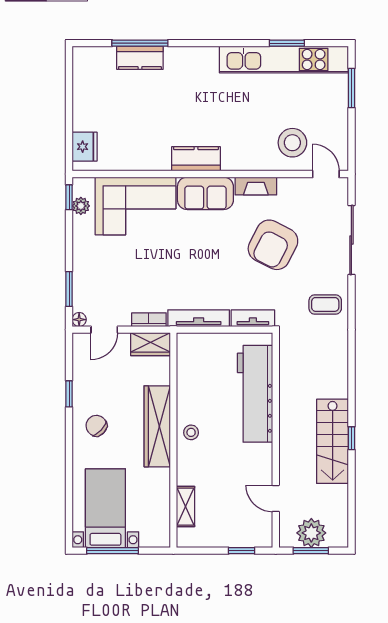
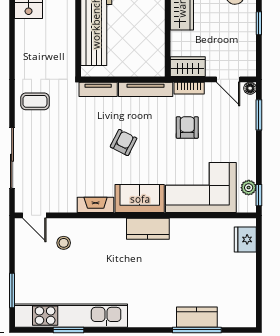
stool: (292, 143) -> (64, 243), width x0.53, depth x0.53
armchair: (273, 245) -> (124, 143), moved, width x0.53, depth x0.53
armchair: (151, 275) -> (187, 127), added
door: (104, 330) -> (228, 79), swing flipped

